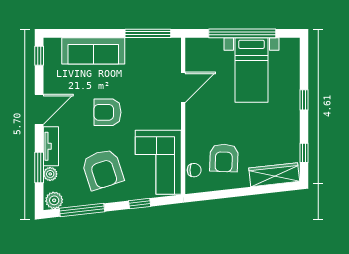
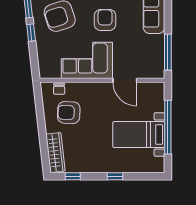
corner sofa: (158, 162) -> (87, 60), moved
window: (140, 204) -> (31, 33), moved

